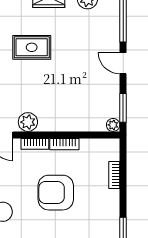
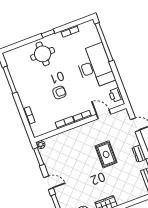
rug: (32, 47) -> (106, 154), moved, turned 90
plant: (28, 122) -> (91, 128), removed
armchair: (56, 193) -> (59, 92), width x0.53, depth x0.53

